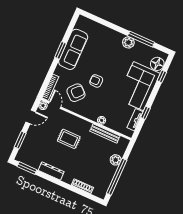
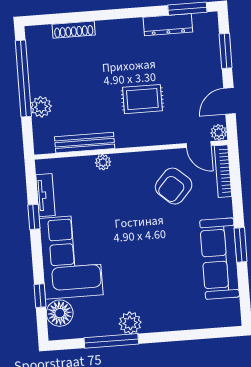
armchair: (96, 81) -> (150, 226), removed
dresser: (51, 171) -> (168, 25), moved

